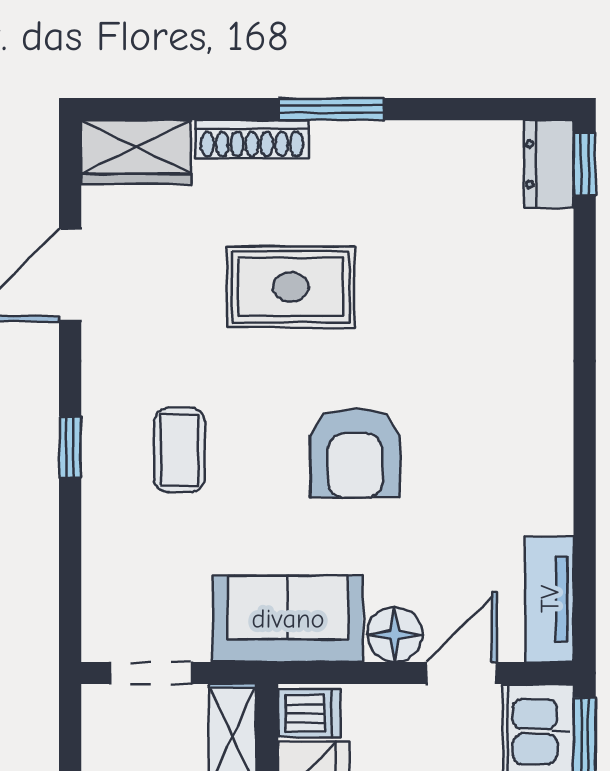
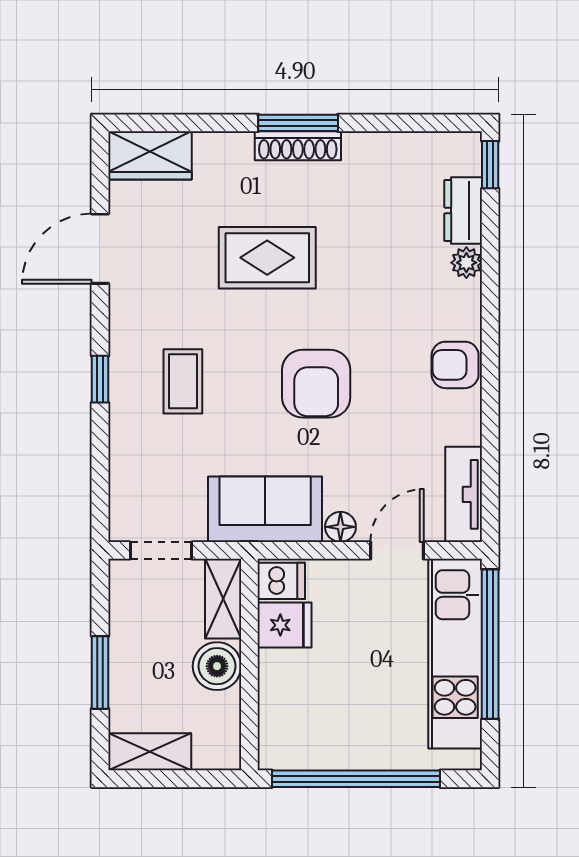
shoe rack: (252, 139) -> (298, 146), moved
dresser: (549, 164) -> (463, 211), moved
plant: (553, 293) -> (466, 263), added
armchair: (538, 428) -> (455, 365), added
floor lamp: (395, 634) -> (340, 527), width x0.73, depth x0.73

